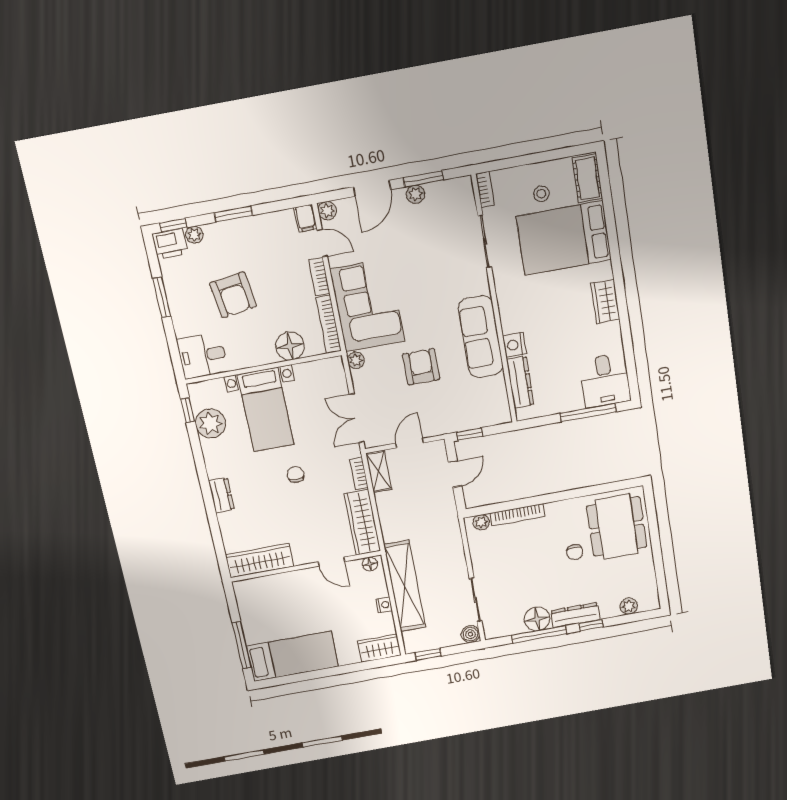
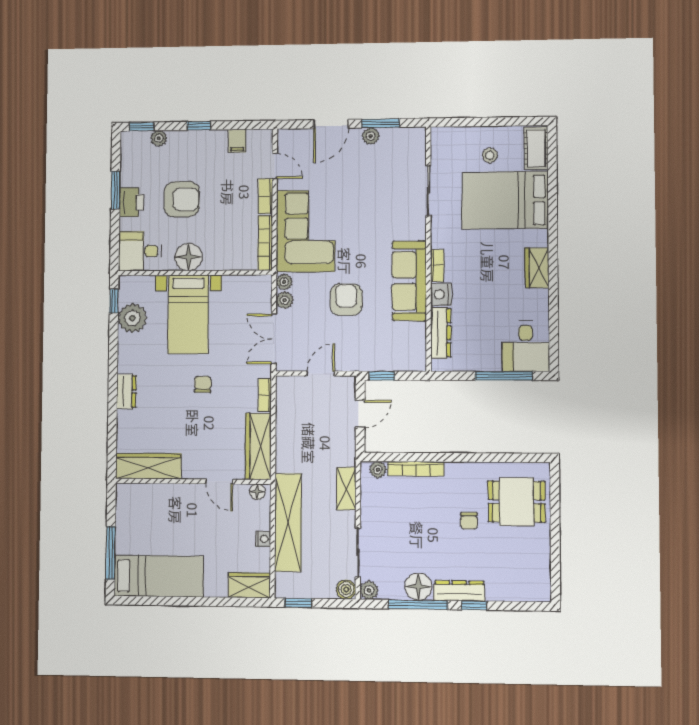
bookcase: (485, 190) -> (437, 266), moved
plant: (327, 211) -> (285, 300), moved
window: (234, 214) -> (199, 126), width x0.67
filing cabinet: (306, 218) -> (237, 141), moved
printer: (170, 244) -> (131, 202), moved, turned -90
armchair: (233, 295) -> (182, 199), turned -82
floor lamp: (290, 346) -> (189, 257), moved
shelving: (379, 471) -> (346, 489), moved
dining table: (617, 527) -> (517, 502), width x0.73
plant: (629, 606) -> (369, 590), moved

